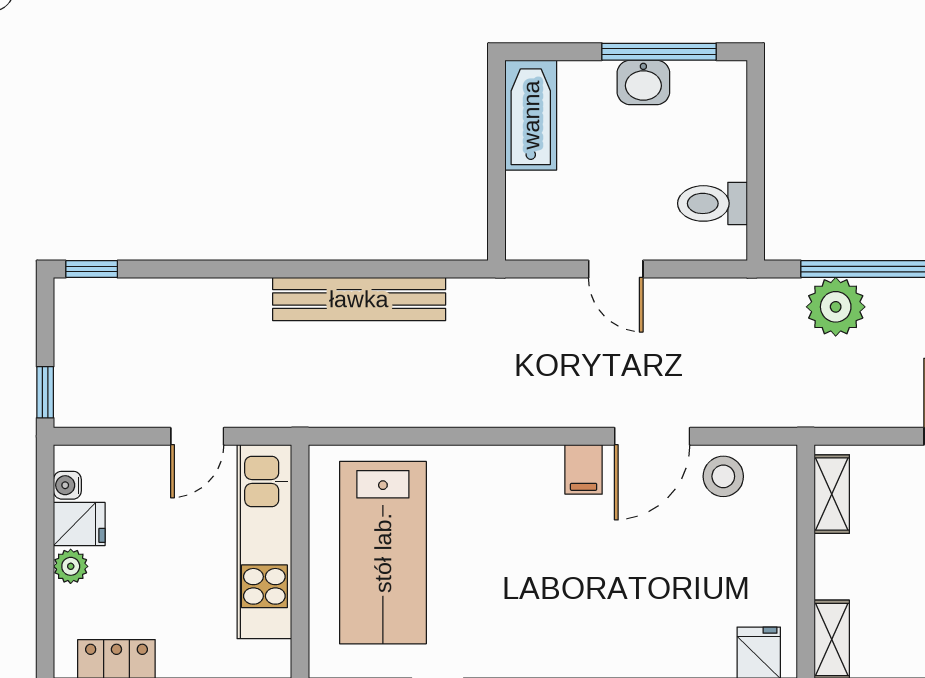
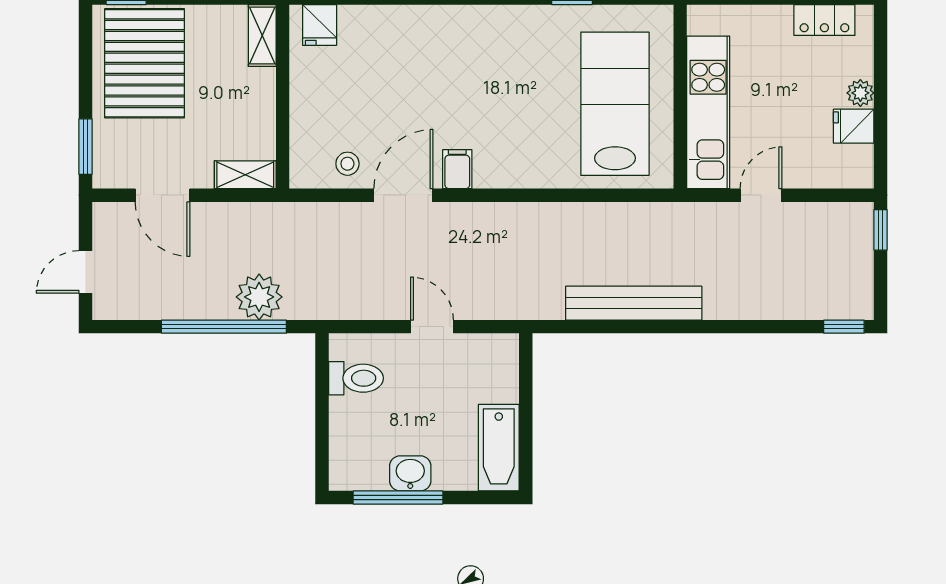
stool: (723, 476) -> (347, 164), width x0.73, depth x0.73
water cooler: (67, 485) -> (863, 157), removed
shelving: (832, 494) -> (245, 175), moved, turned 90

